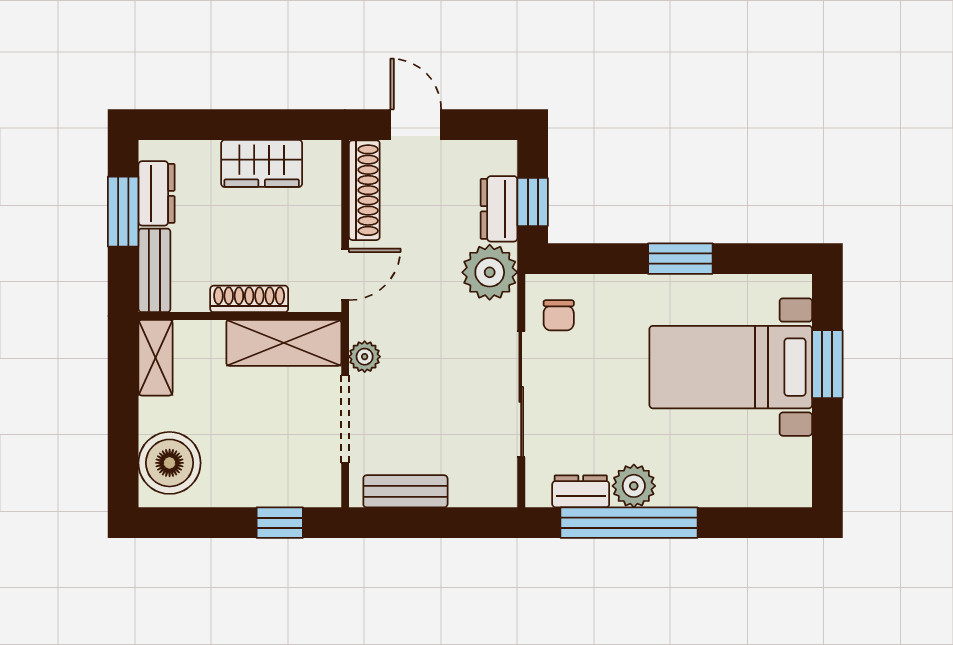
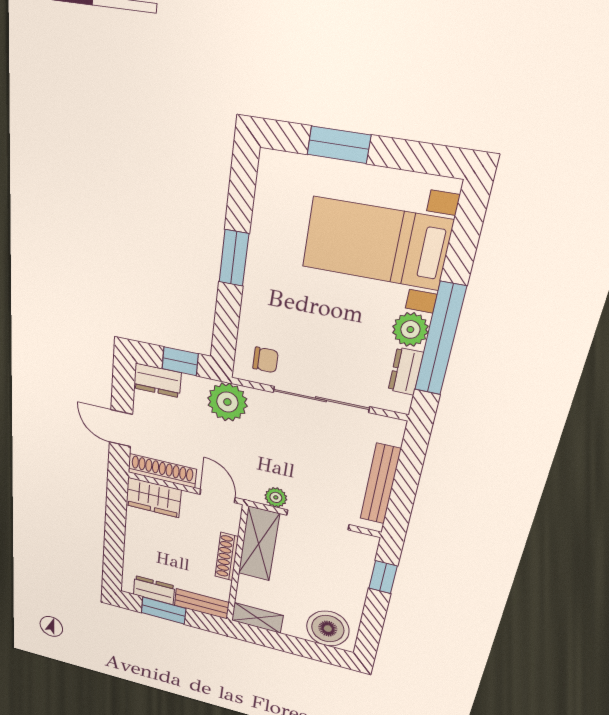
door: (416, 125) -> (121, 428), hinge flipped
wardrobe: (262, 163) -> (153, 497), moved, turned 90
dresser: (499, 209) -> (157, 380), moved
bed with nightstands: (731, 367) -> (376, 244), moved, turned 90
bench: (405, 491) -> (380, 484), width x1.36

